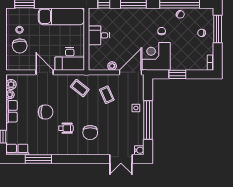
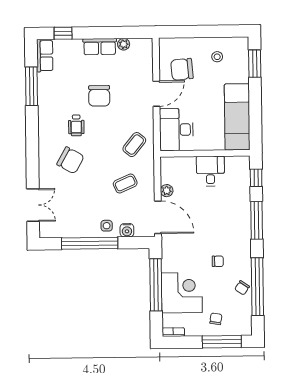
chair: (20, 46) -> (182, 69), moved
corner desk: (156, 56) -> (182, 293), moved
window: (177, 74) -> (156, 285), width x2.11
plant: (11, 85) -> (138, 46), removed
chair: (90, 133) -> (70, 160), turned -151
water cooler: (139, 150) -> (127, 230), moved
double door: (121, 159) -> (33, 205), swing flipped

